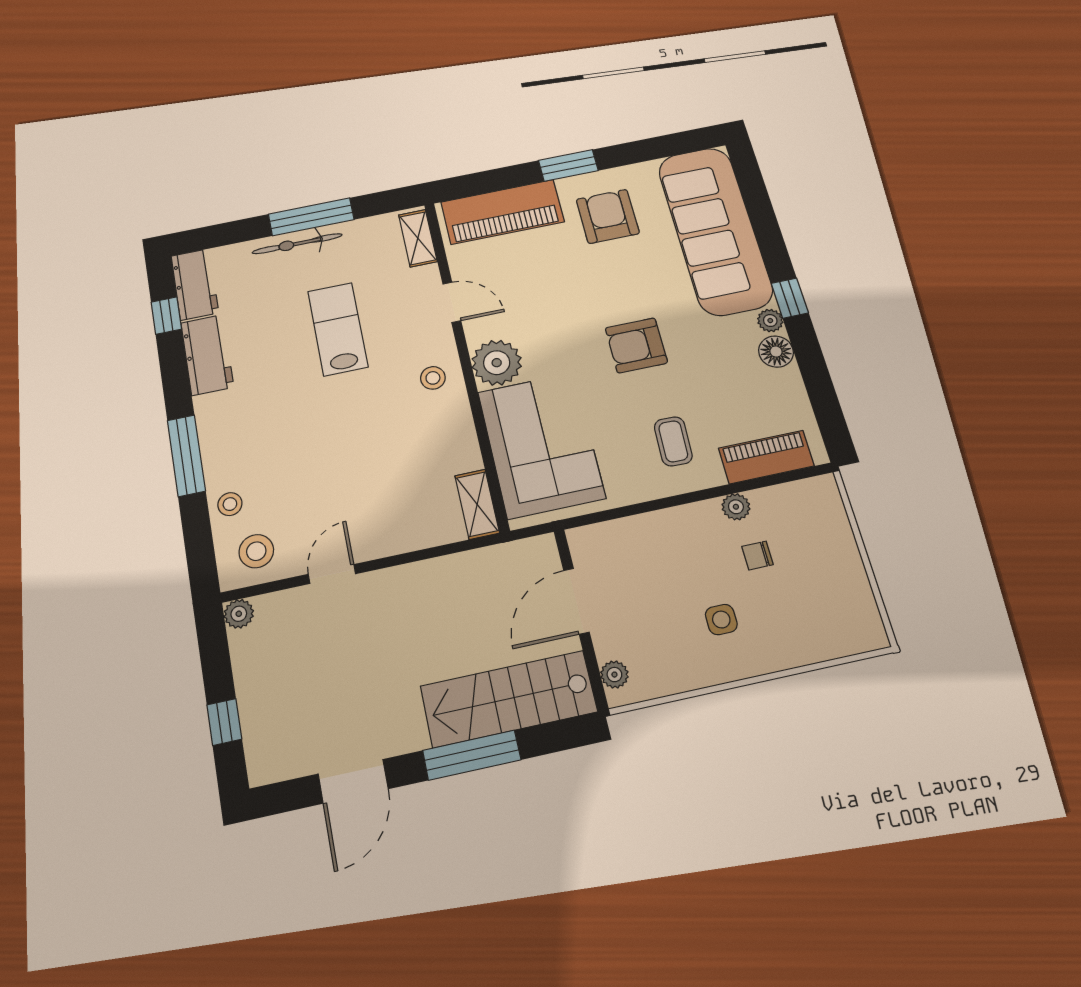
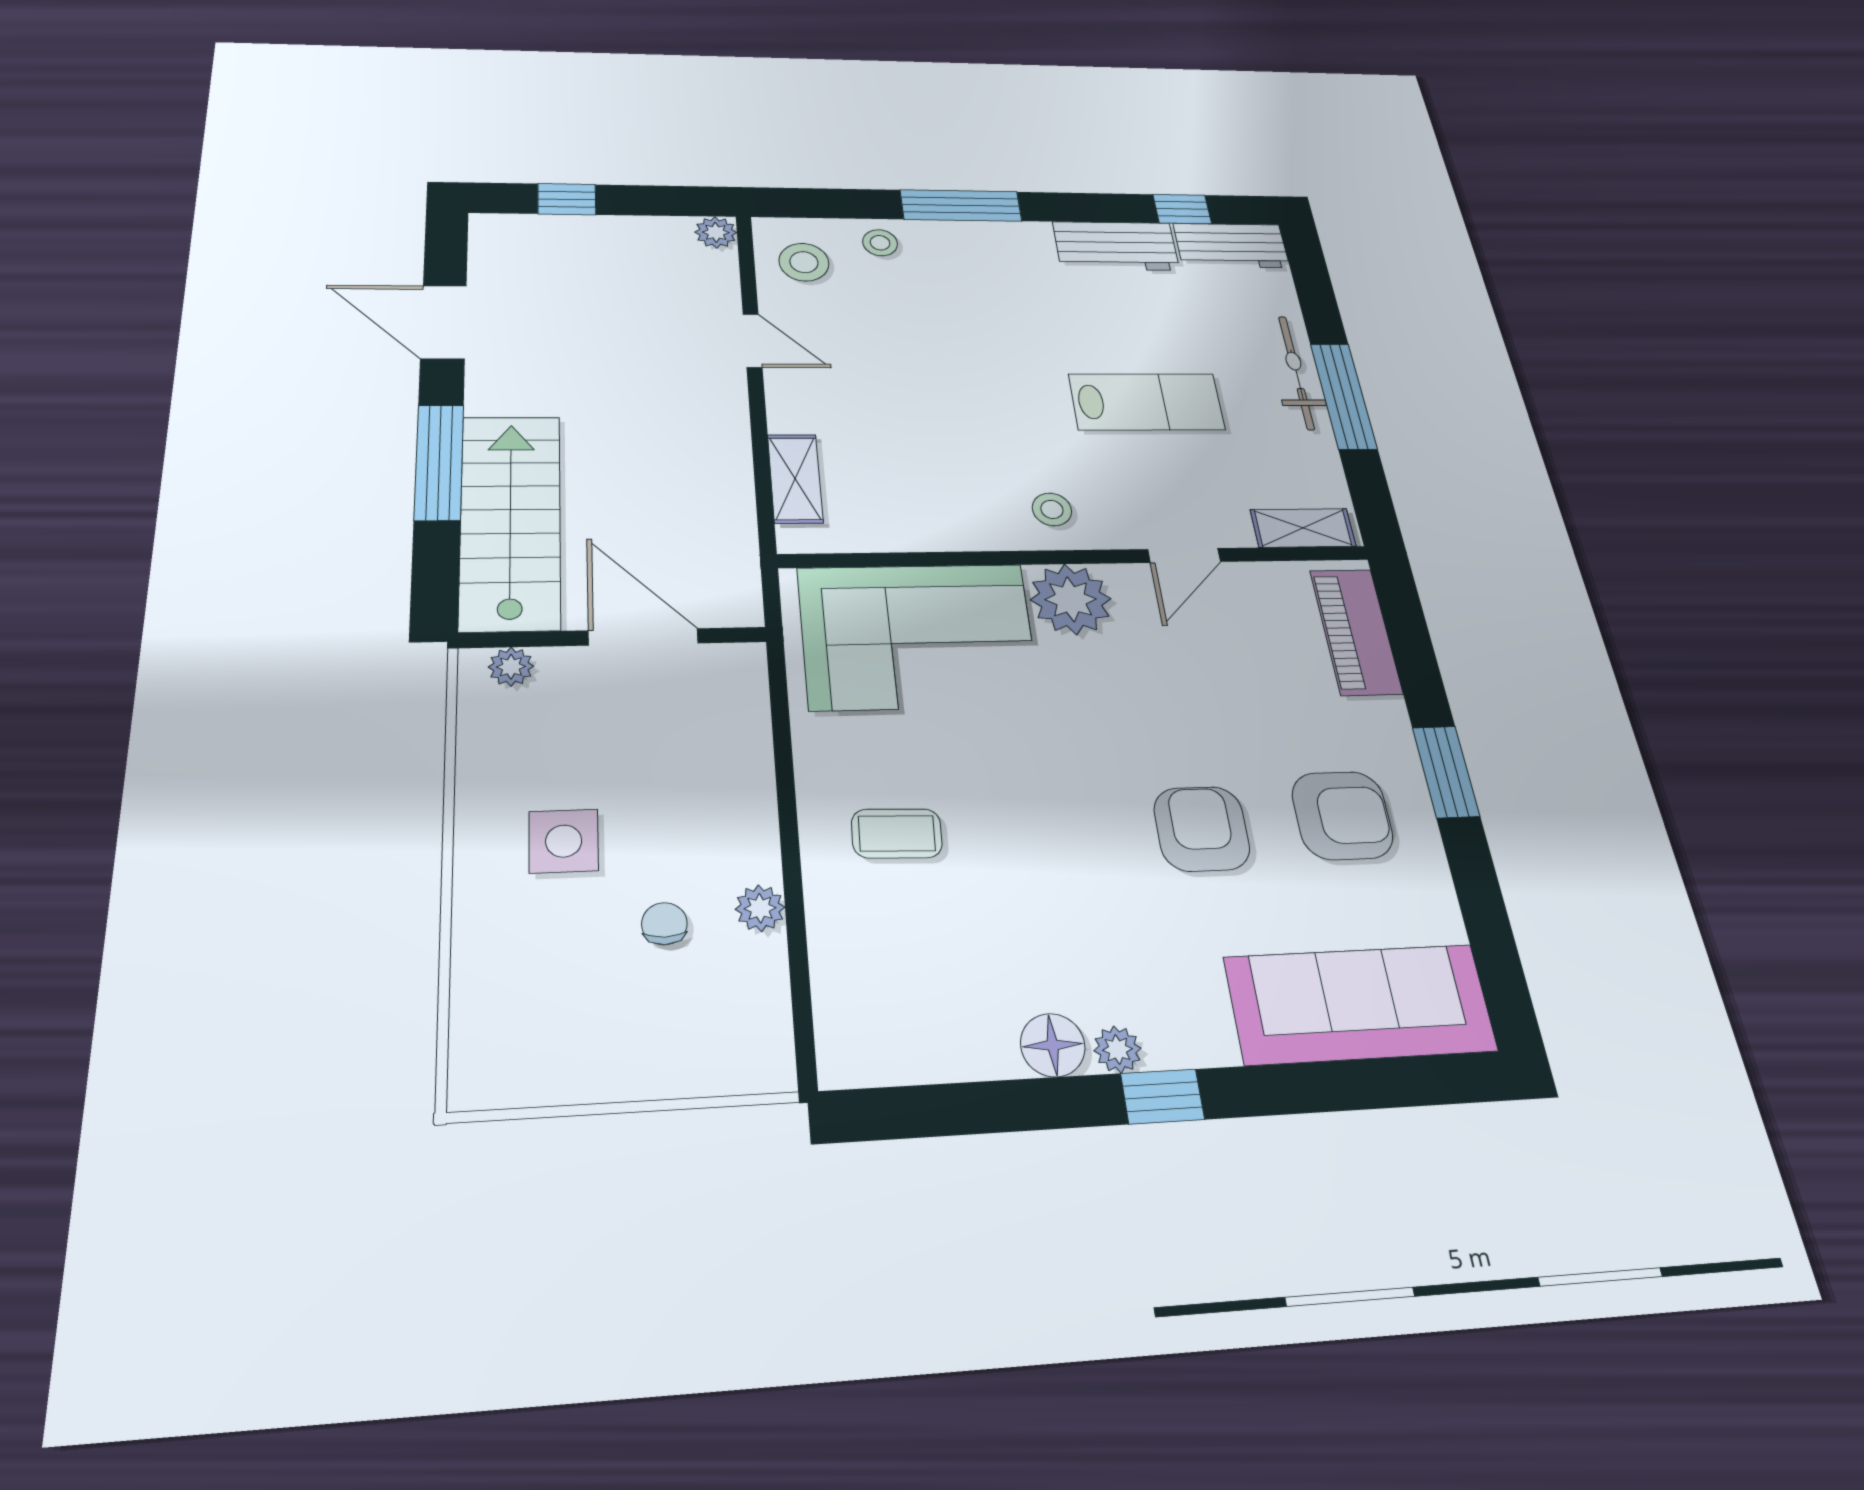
piano: (502, 212) -> (1356, 632), width x0.73, depth x0.75
sofa: (715, 230) -> (1360, 1004), width x0.74, depth x0.79
armchair: (636, 345) -> (1202, 829), moved
piano: (766, 457) -> (845, 980), removed
shelving: (477, 504) -> (795, 478), moved, turned 90
side table: (721, 620) -> (564, 841), width x1.37, depth x1.37

